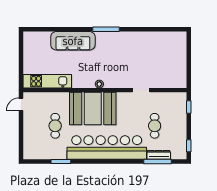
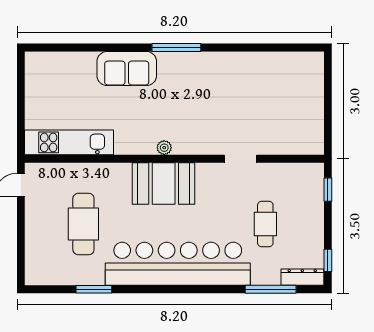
sofa: (73, 41) -> (127, 69), width x0.73
booth: (93, 108) -> (164, 184), width x0.73, depth x0.70
cafe table: (55, 126) -> (83, 224), width x1.37, depth x1.35
dresser: (159, 155) -> (302, 277), moved

